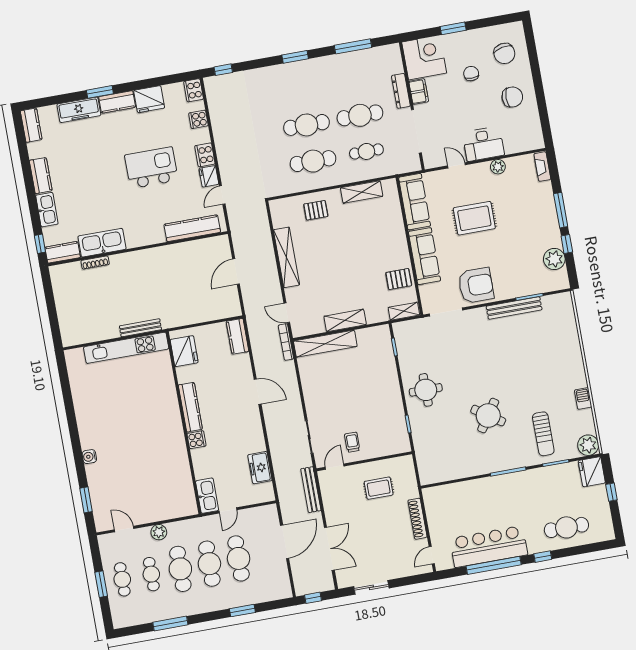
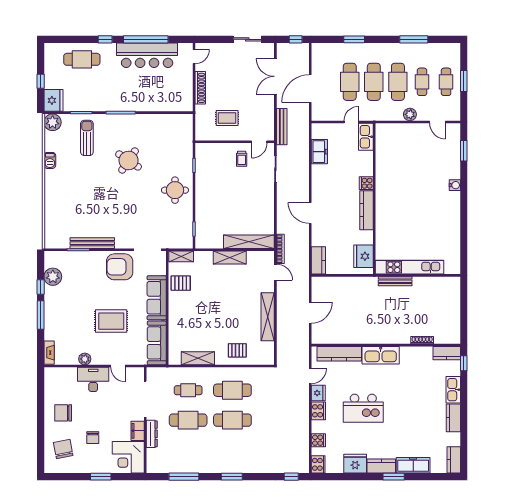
kitchen sink: (102, 243) -> (381, 355), moved

